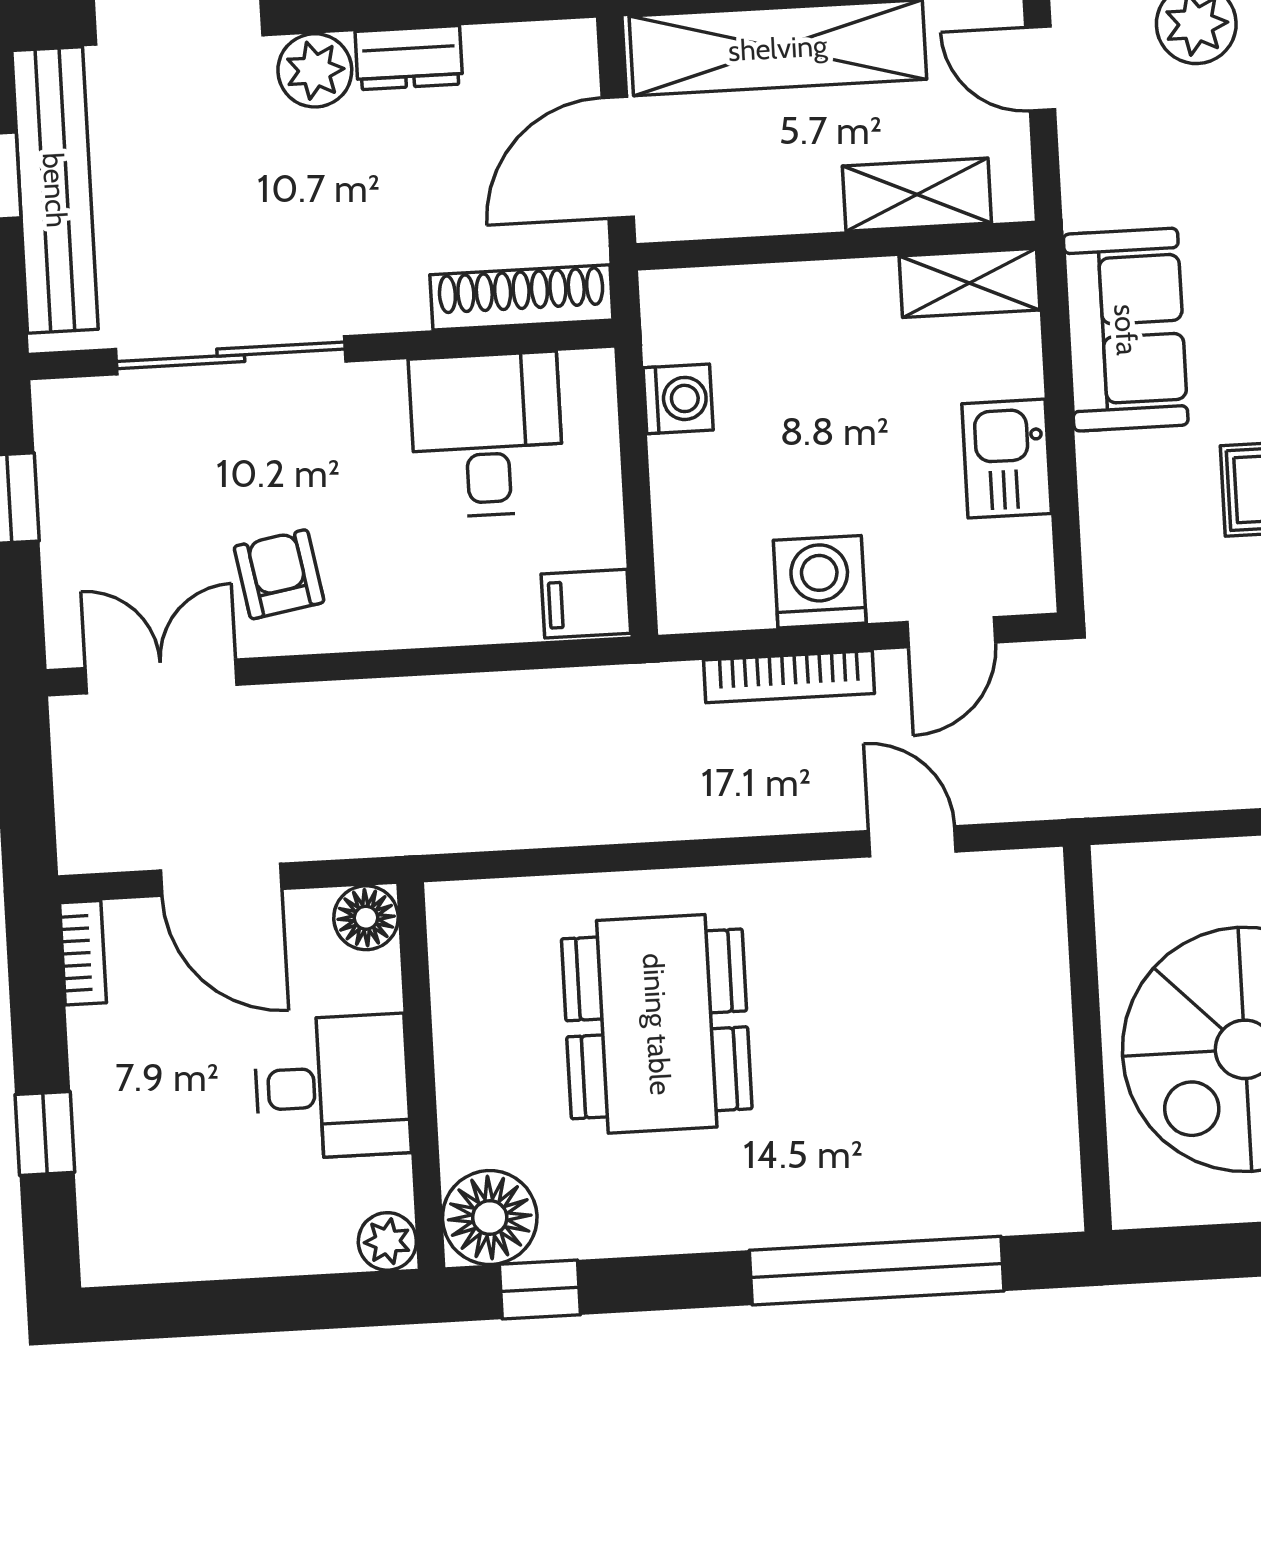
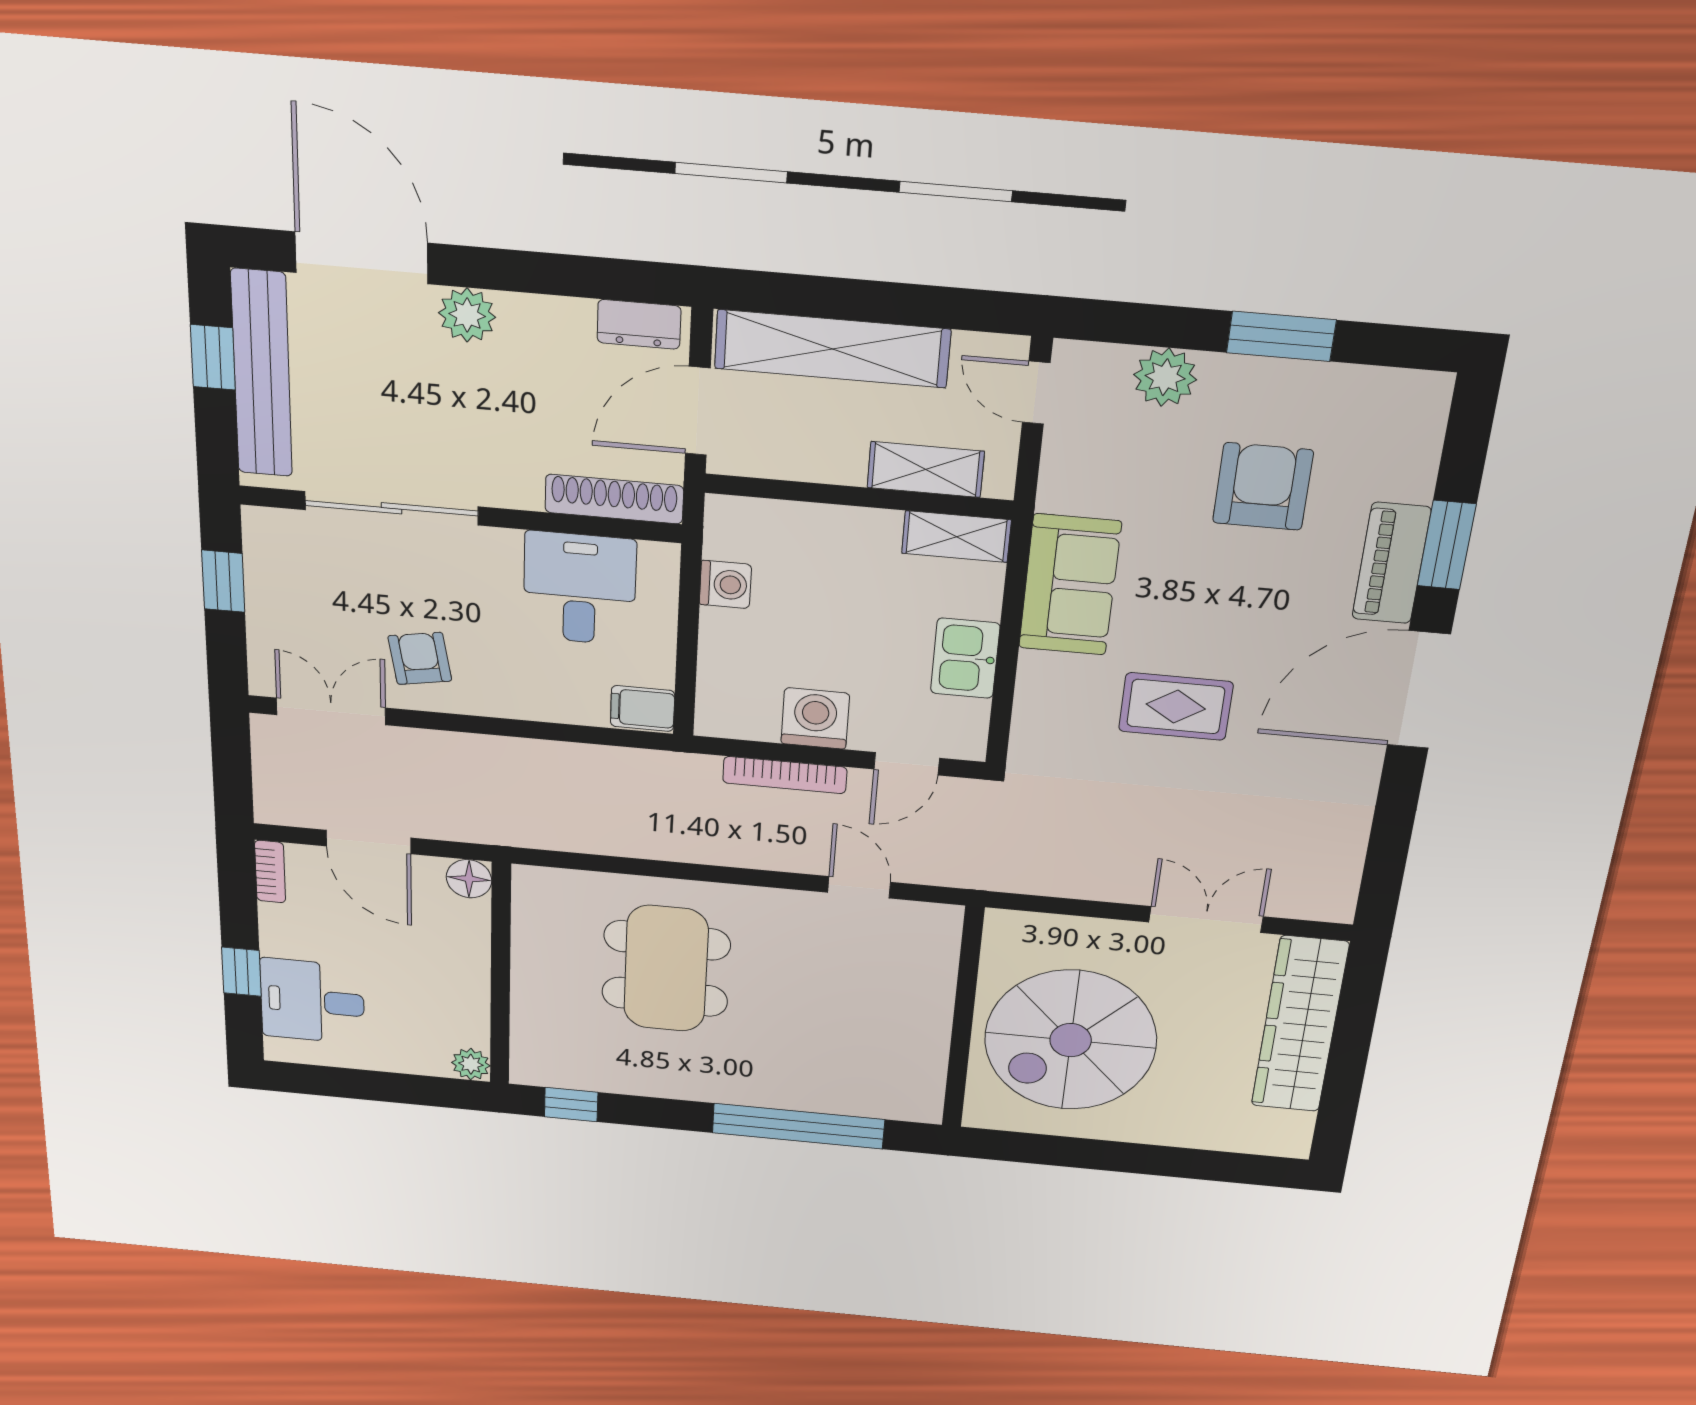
dresser: (409, 58) -> (639, 324), moved
desk: (332, 1087) -> (312, 1001), moved, turned 180
floor lamp: (490, 1218) -> (541, 1061), removed

